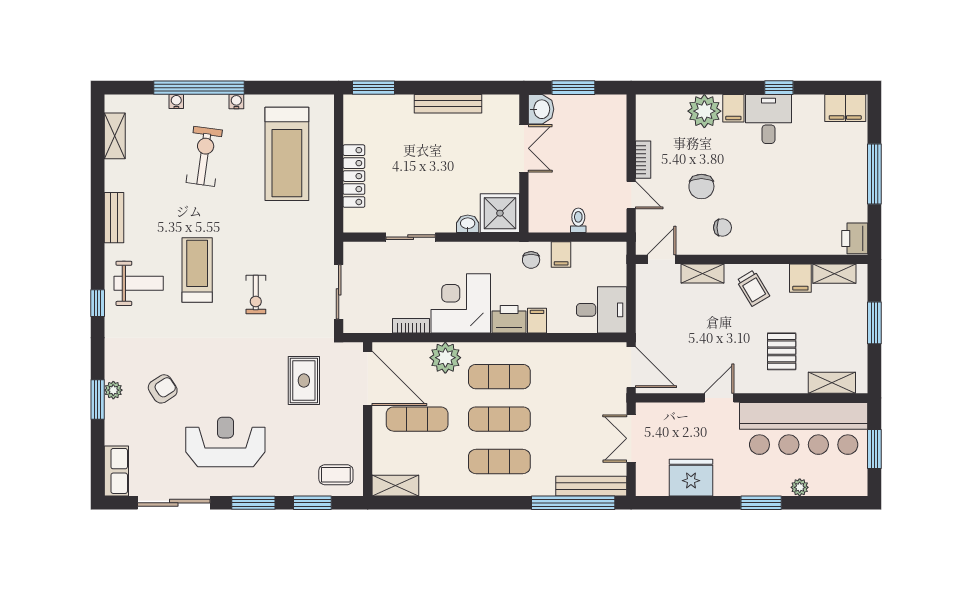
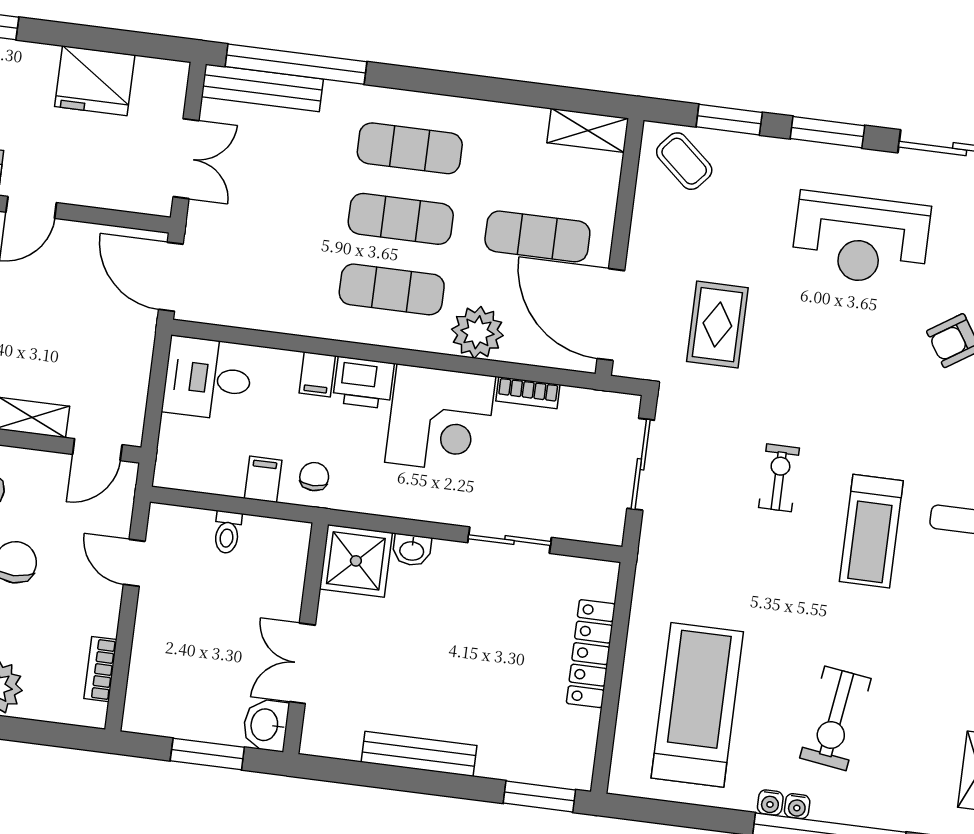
water cooler: (176, 101) -> (797, 806), moved
bookcase: (643, 160) -> (100, 669), moved
coffee table: (336, 475) -> (684, 161), turned 41

